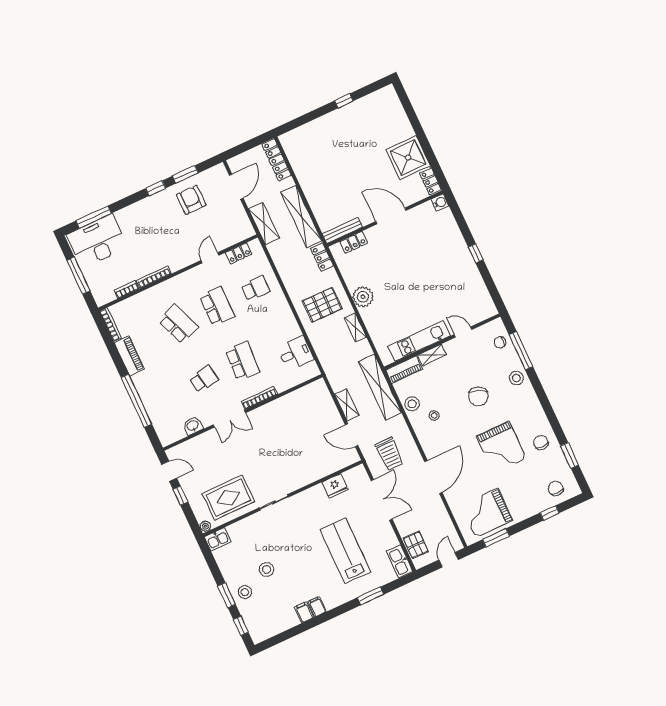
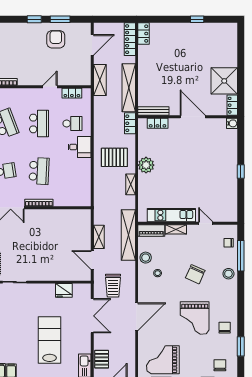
locker: (289, 146) -> (143, 34), added
desk: (296, 353) -> (79, 147), moved

